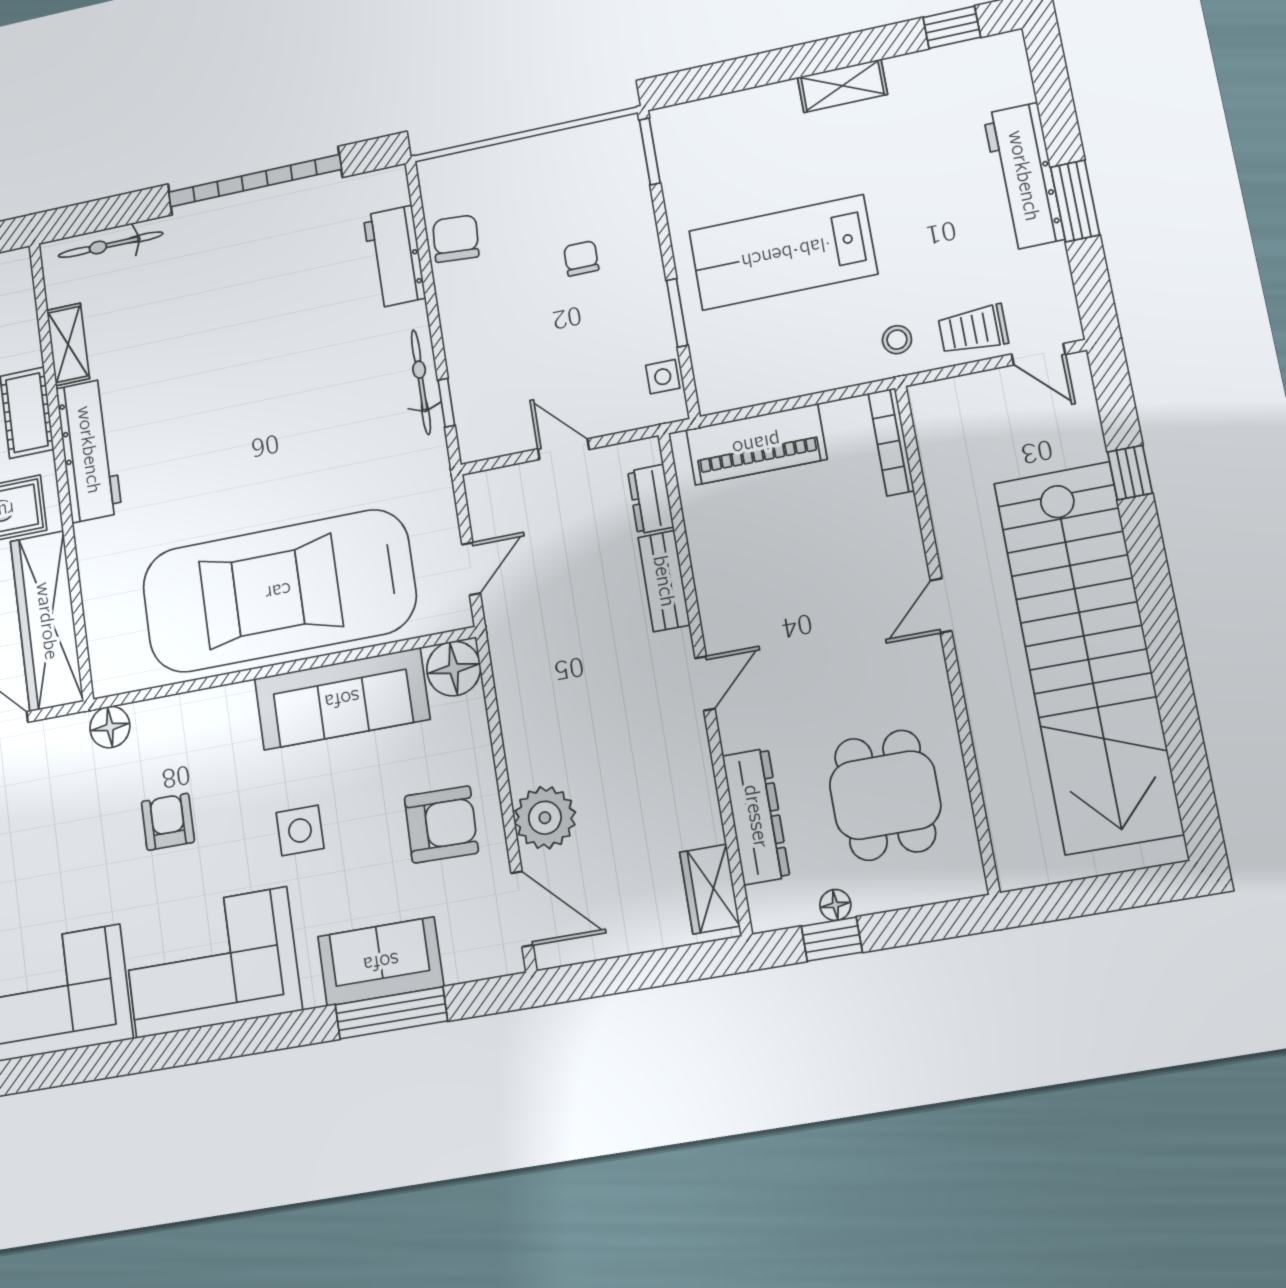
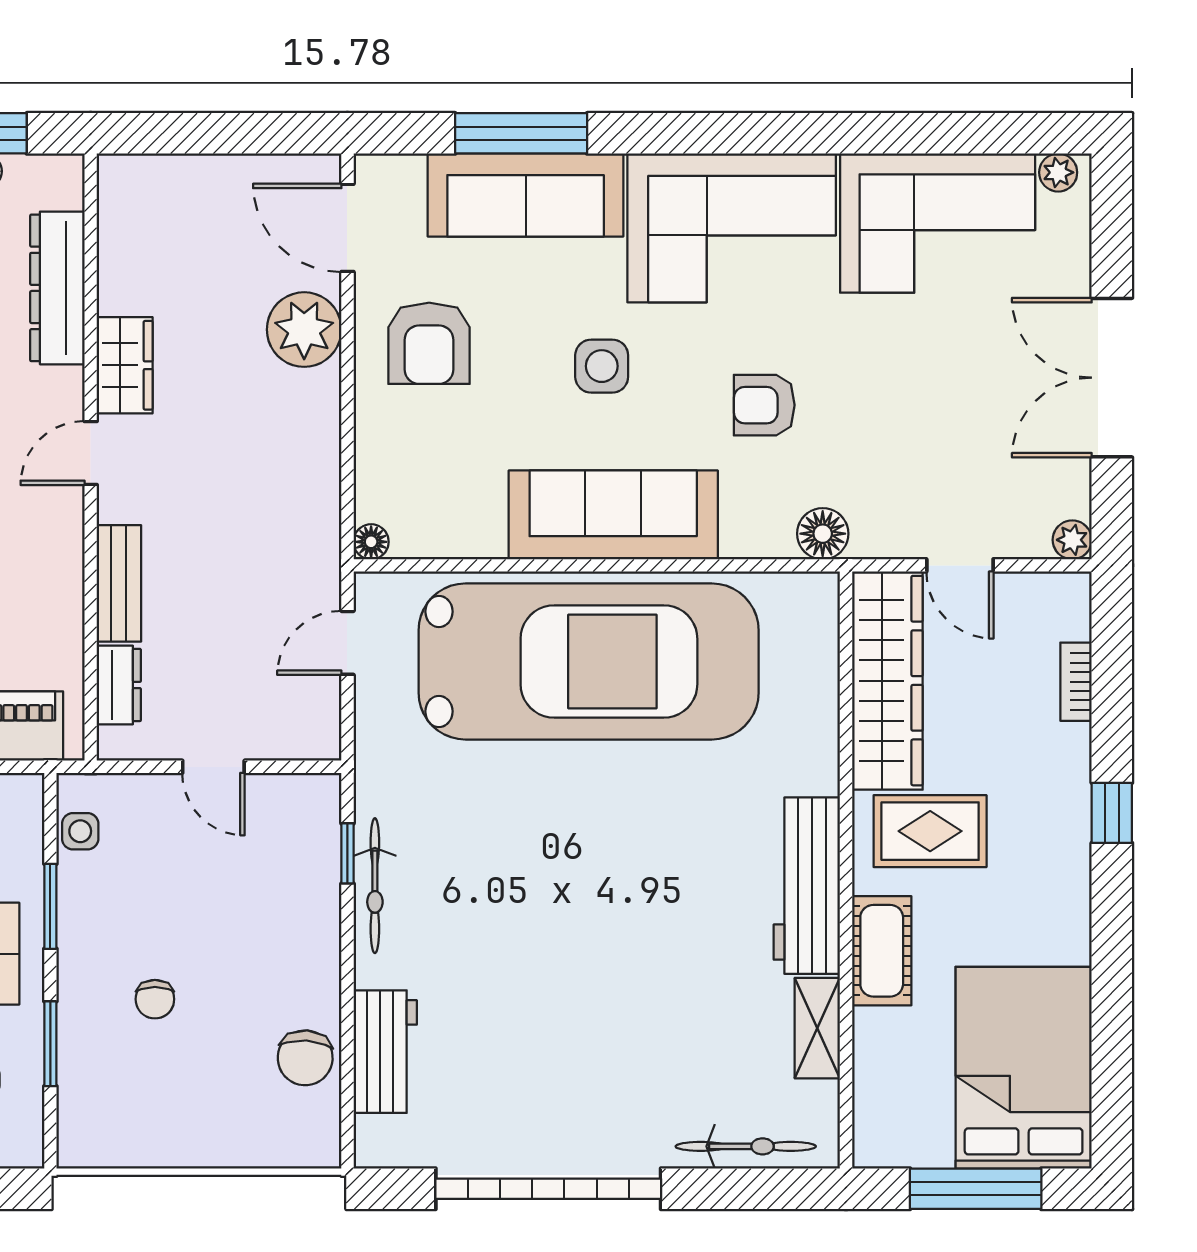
window: (650, 151) -> (50, 1044), moved
floor lamp: (454, 669) -> (371, 542), width x0.53, depth x0.53
sofa: (342, 699) -> (613, 515), moved
armchair: (168, 822) -> (764, 405), turned 90
armchair: (441, 824) -> (429, 343), turned -91
wardrobe: (710, 889) -> (125, 365), moved
sofa: (381, 962) -> (526, 195), width x1.36

